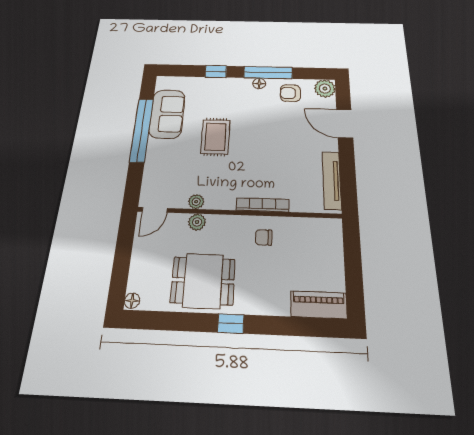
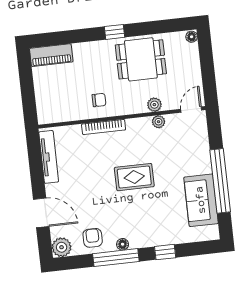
armchair: (290, 93) -> (93, 238), turned -90
rug: (215, 137) -> (134, 177), moved, turned 90

